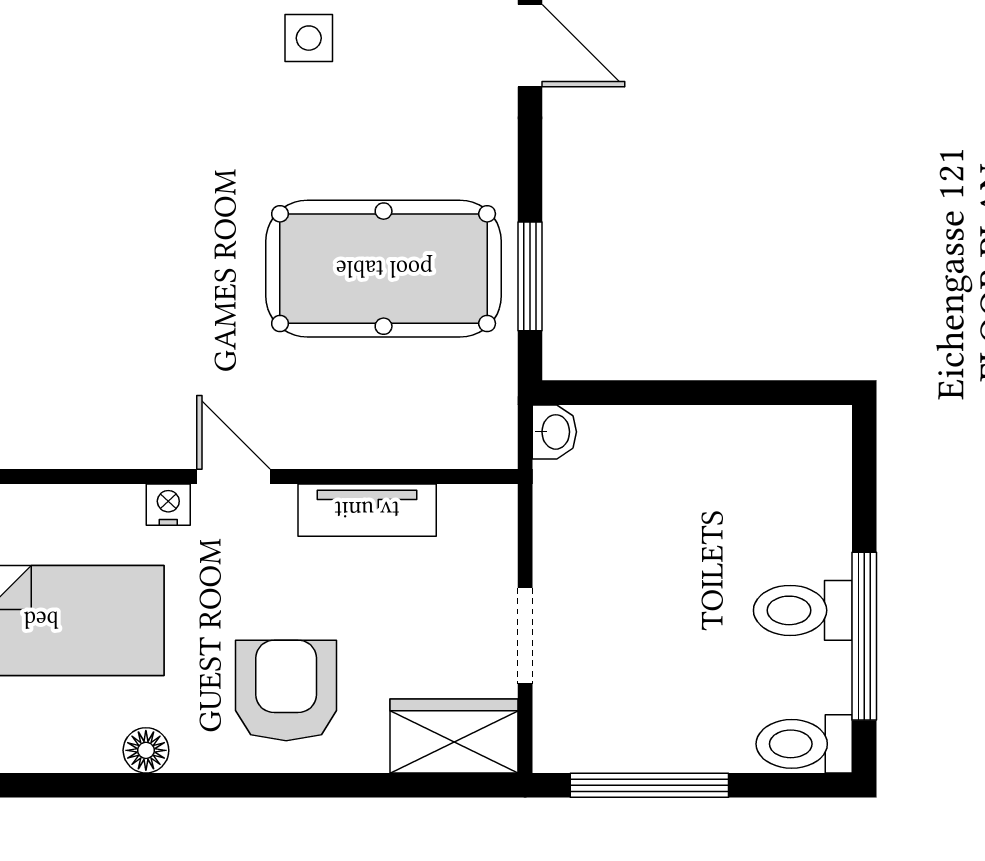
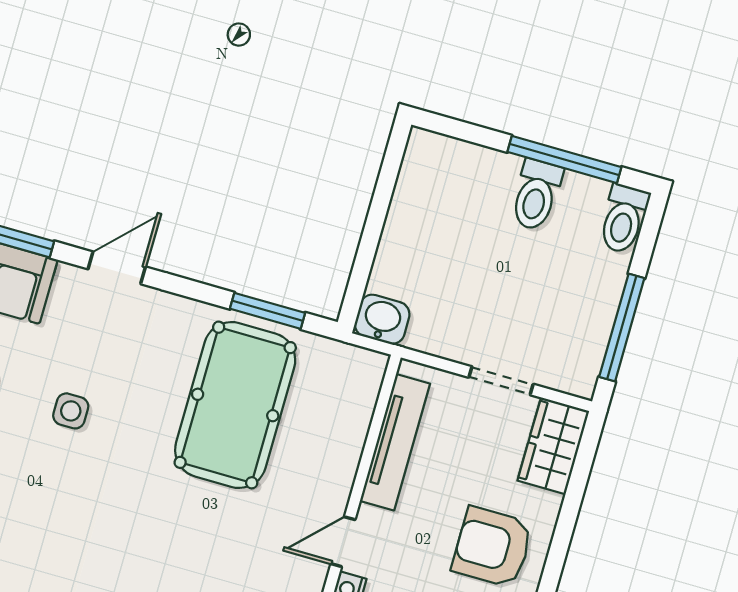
washbasin: (554, 432) -> (382, 319), width x1.38, depth x1.45
tv unit: (367, 510) -> (395, 442), width x1.41

